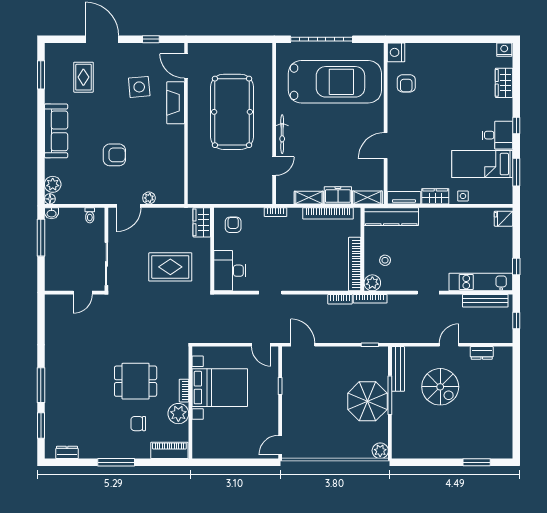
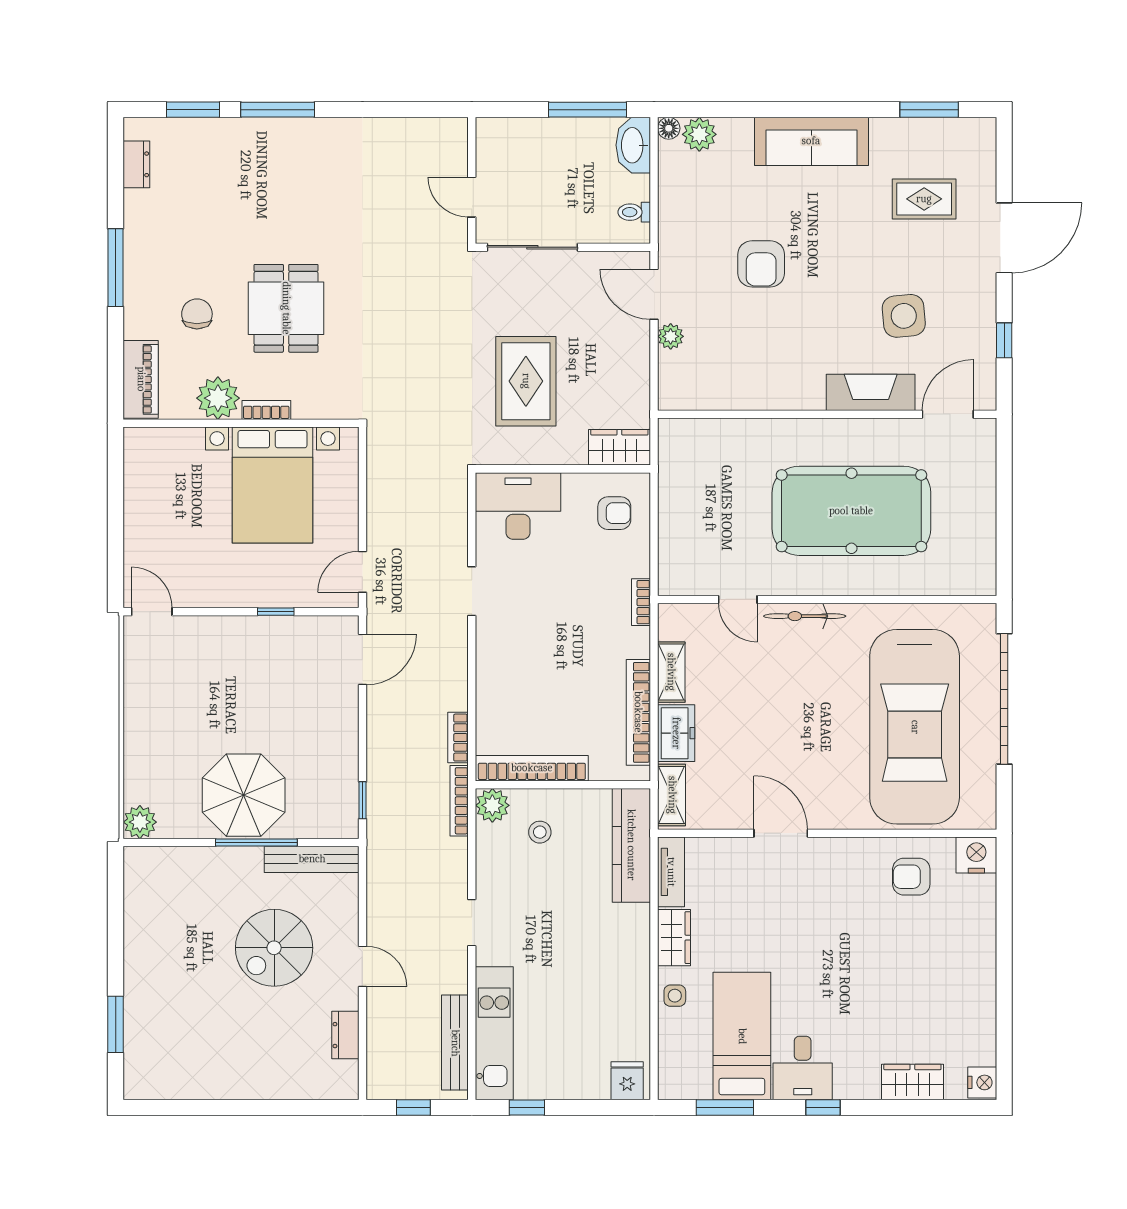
washbasin: (52, 213) -> (633, 145), width x1.91, depth x1.45

